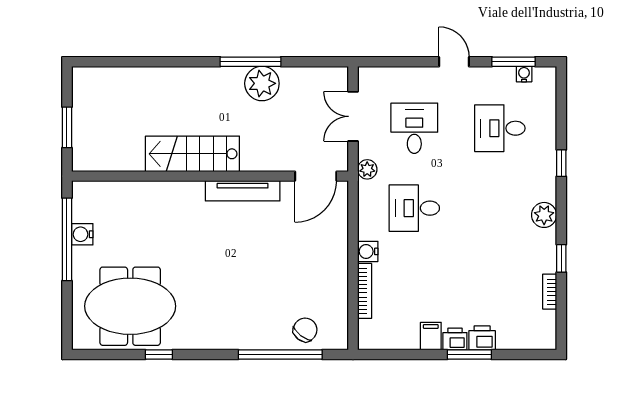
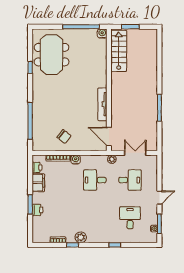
plant: (262, 83) -> (150, 113), removed
stairs: (192, 154) -> (119, 51), moved
desk: (414, 208) -> (95, 180), turned -90
plant: (544, 215) -> (81, 237), moved
water cooler: (82, 234) -> (102, 33), moved
chair: (305, 330) -> (64, 136), moved
filing cabinet: (431, 336) -> (38, 183), width x2.00
printer: (455, 339) -> (37, 167), moved

